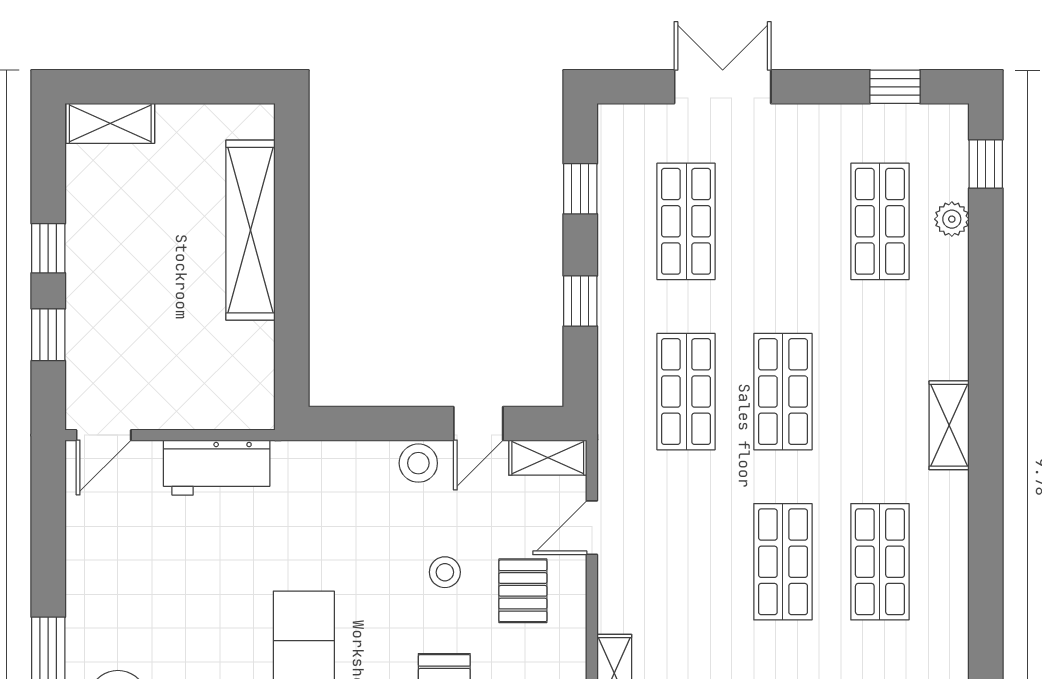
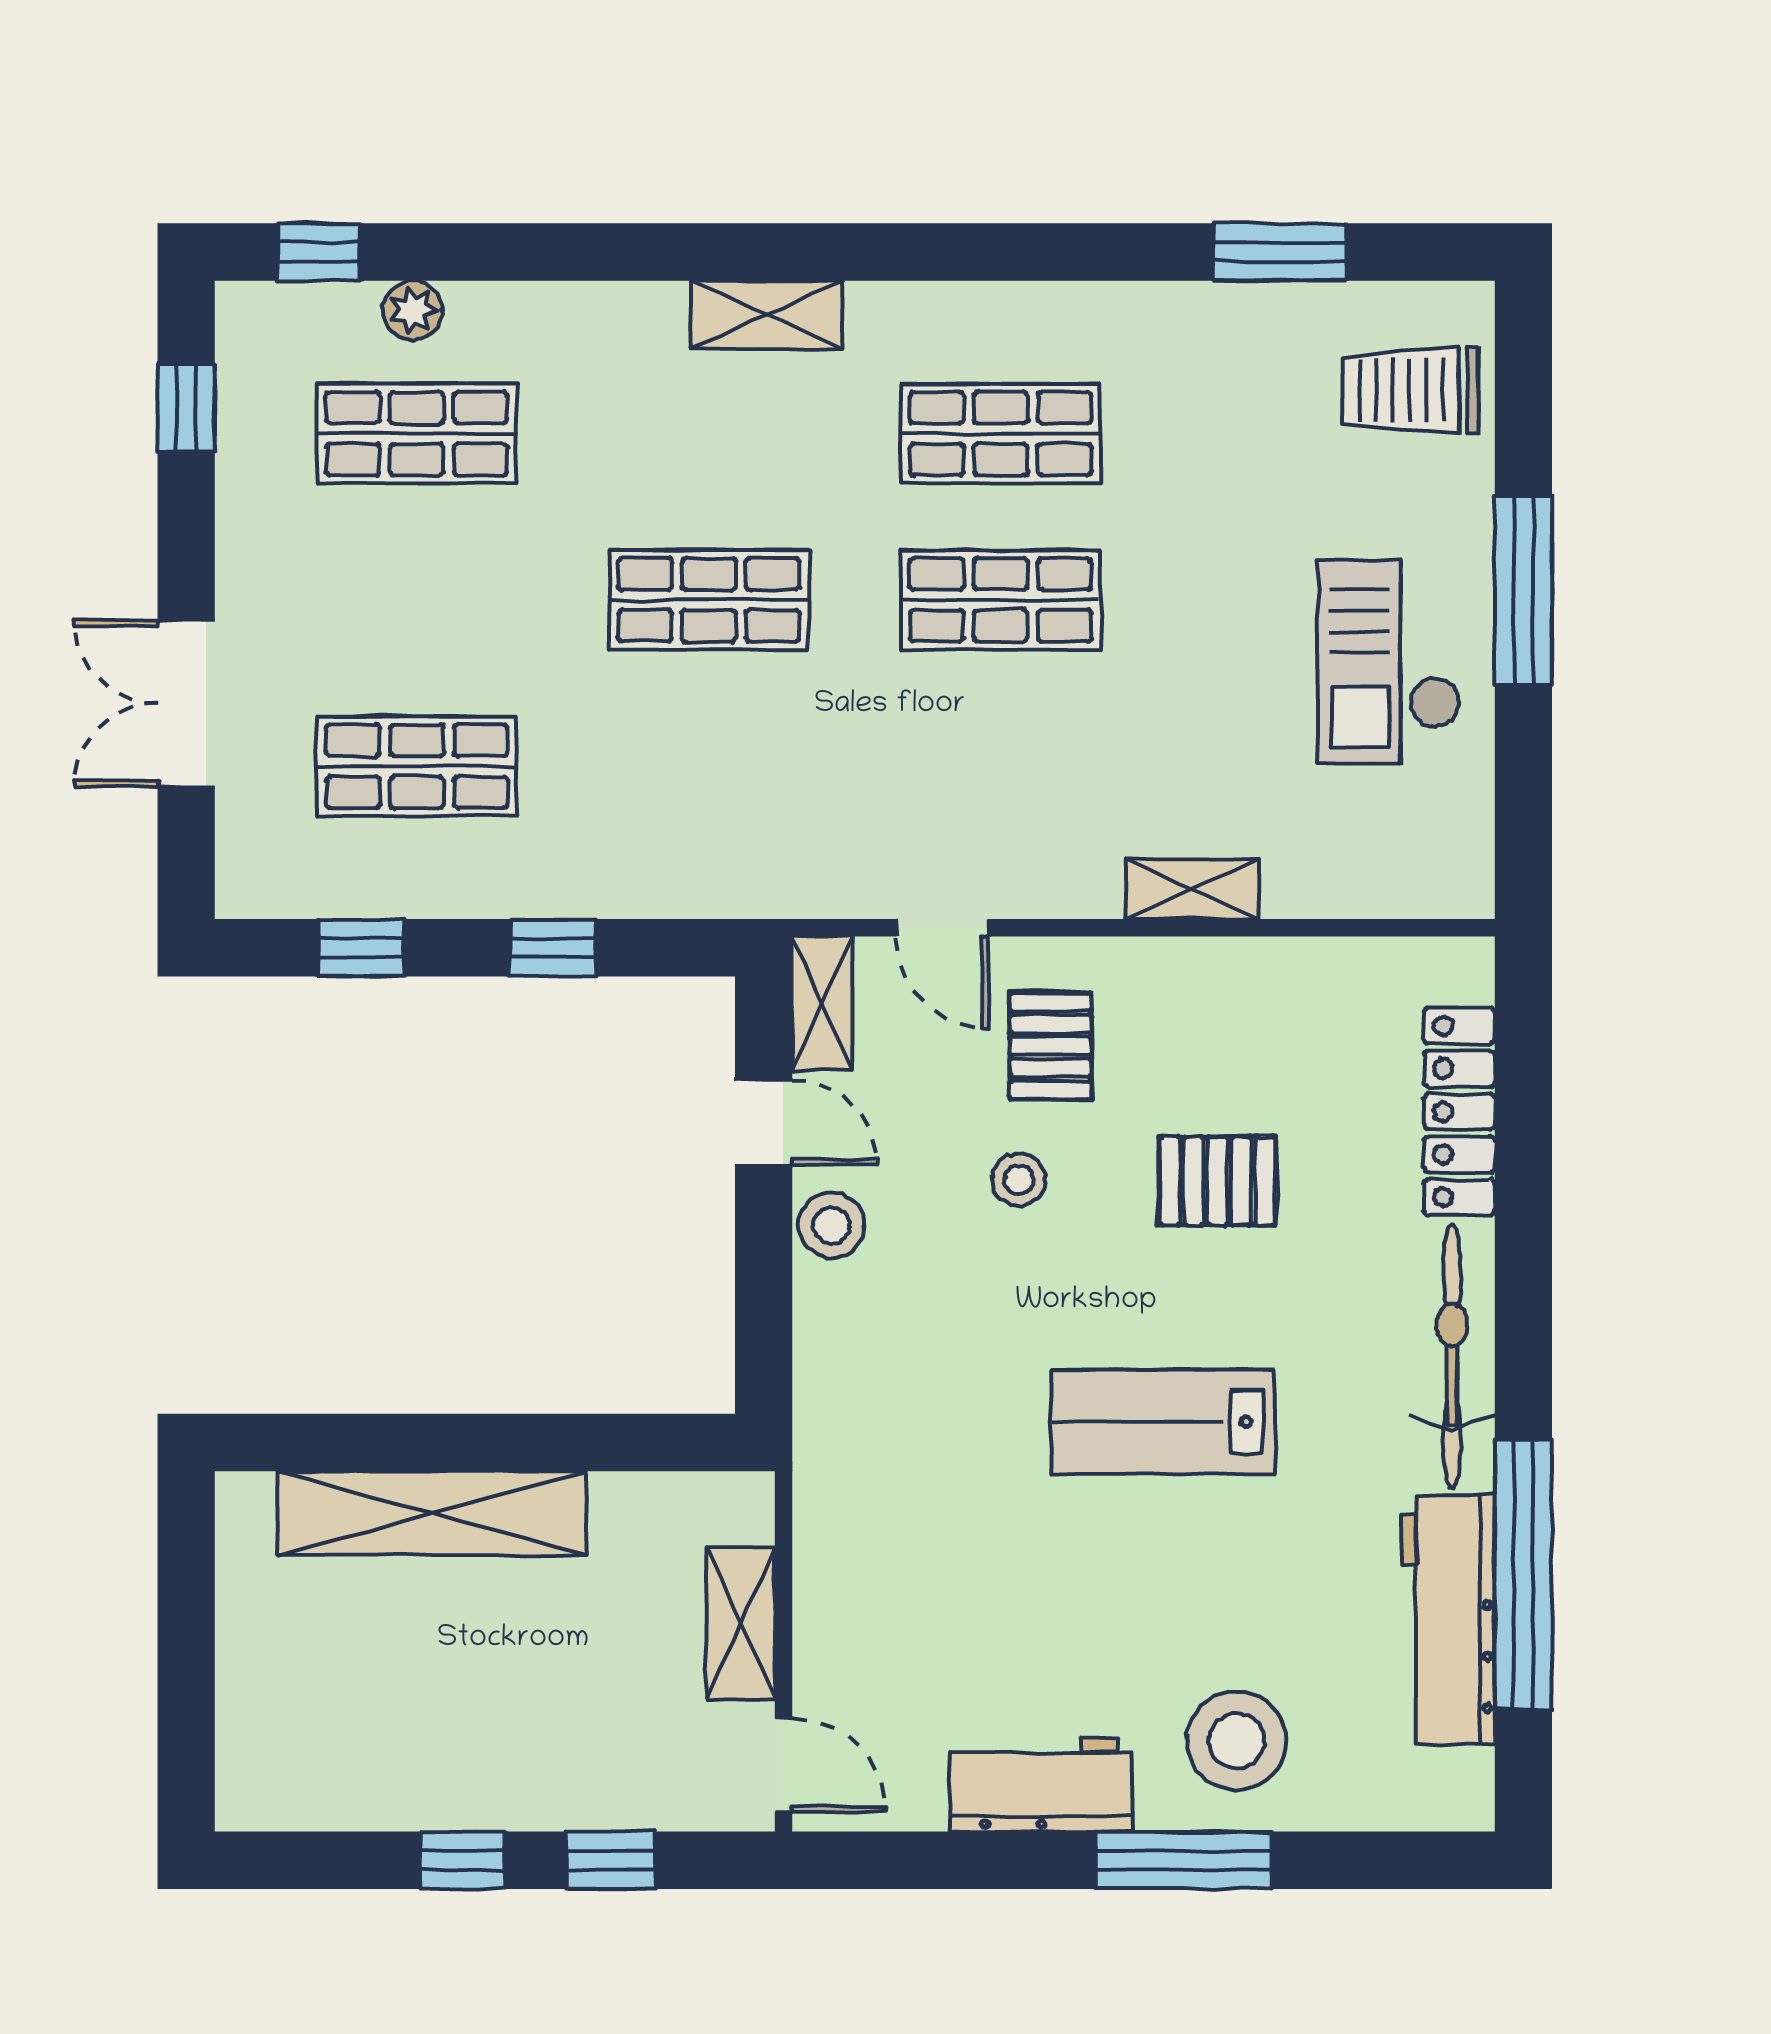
shelving: (110, 123) -> (741, 1624), moved
shop shelf: (686, 392) -> (709, 766), removed
workbench: (217, 468) -> (1041, 1785), moved, turned -90
pallet: (523, 591) -> (1051, 1046), turned 90

